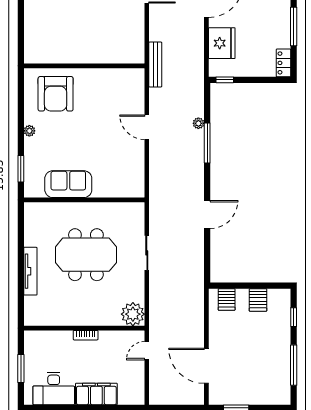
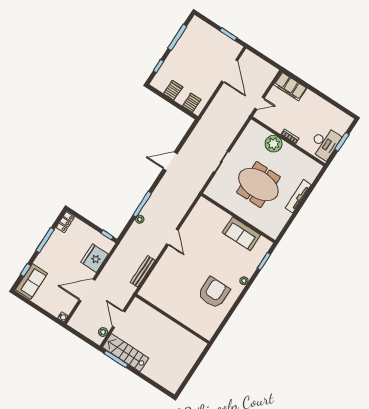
wall: (84, 66) -> (172, 319), moved
plant: (133, 314) -> (274, 144), moved
desk: (54, 389) -> (325, 143), moved, turned 90
filing cabinet: (96, 394) -> (290, 86), moved

